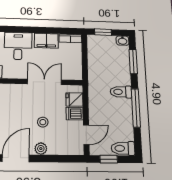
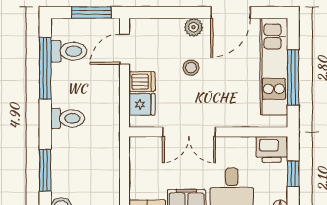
window: (136, 108) -> (45, 68), moved
toilet: (123, 148) -> (69, 51), moved
window: (109, 159) -> (91, 12), width x1.50

